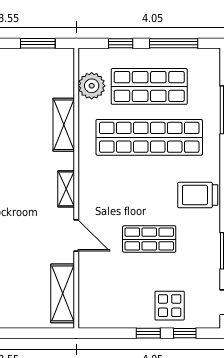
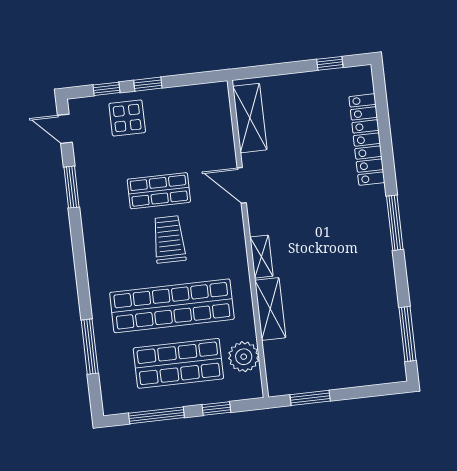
shelving: (66, 189) -> (262, 257), moved
trolley: (198, 195) -> (169, 239), moved, turned -90

